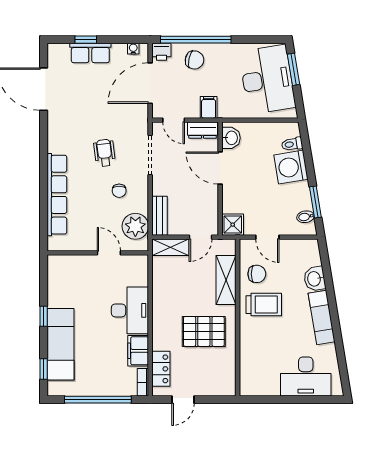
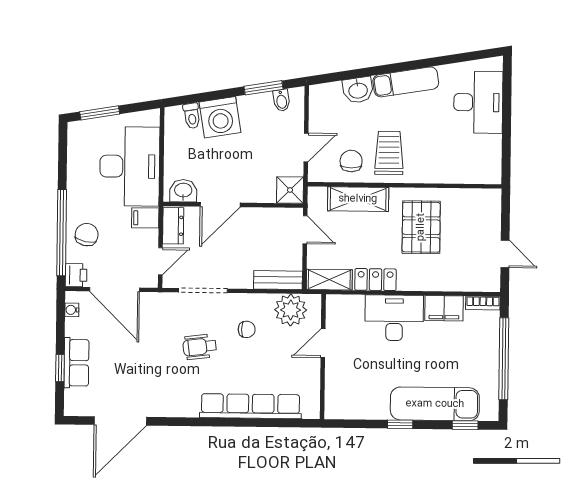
desk: (267, 80) -> (130, 166), moved, turned 99
shelving: (170, 247) -> (329, 280), moved, turned 90
locker: (161, 369) -> (375, 280), moved

